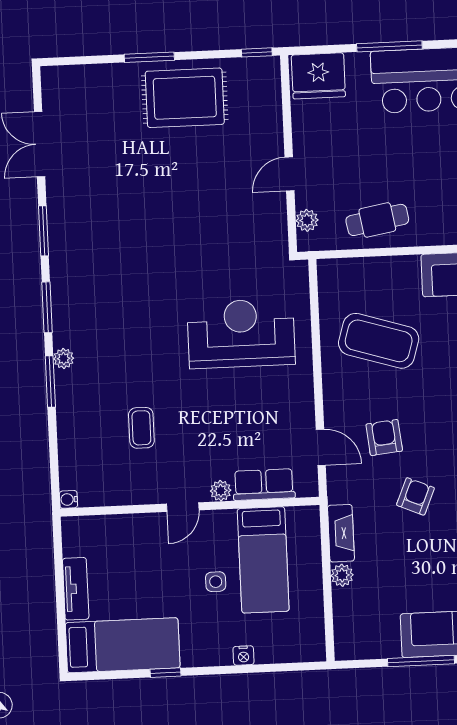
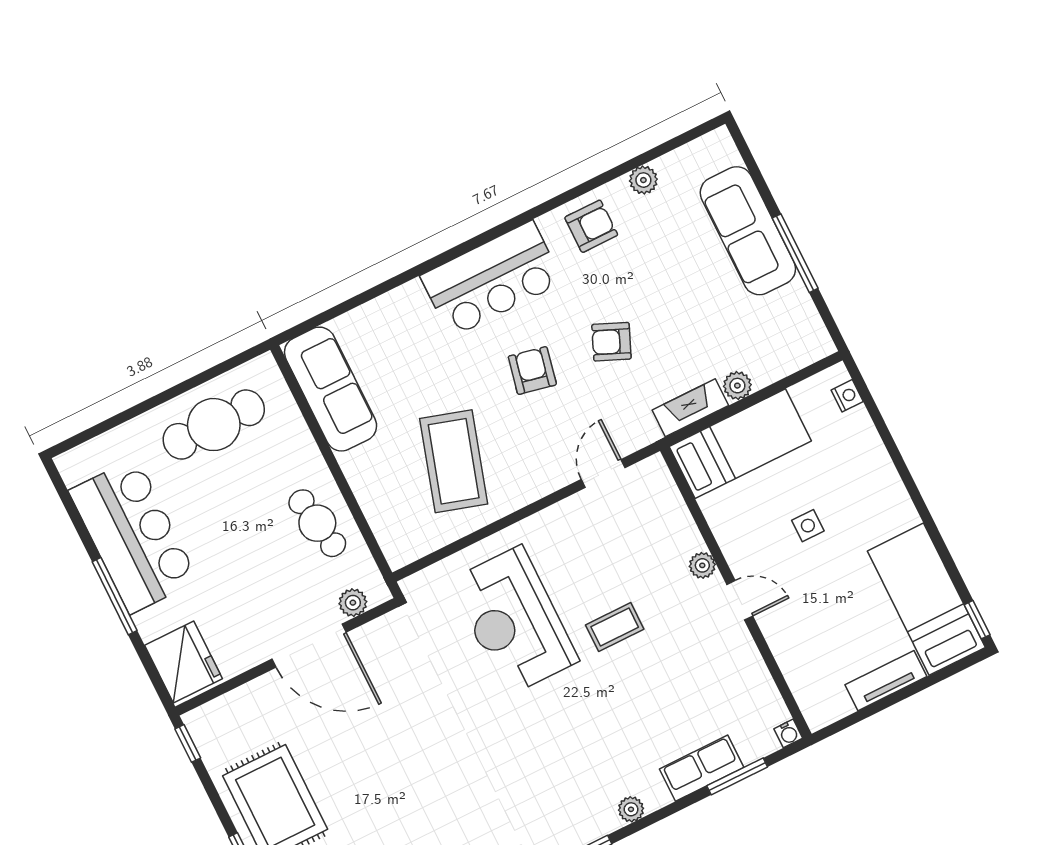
door: (289, 174) -> (309, 646), width x1.88
window: (50, 382) -> (737, 776), moved
coffee table: (141, 428) -> (615, 627), moved
armchair: (384, 438) -> (532, 370), moved, turned 108
row of seats: (264, 485) -> (702, 768), moved, turned 90
bed: (263, 560) -> (740, 444), moved
nightstand: (243, 656) -> (847, 396), moved
window: (166, 673) -> (977, 620), moved

